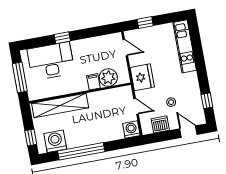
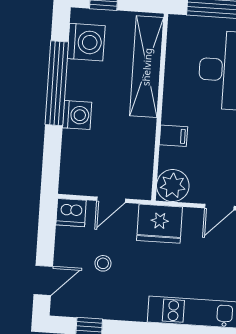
plant: (108, 78) -> (173, 186), moved
dishwasher: (160, 124) -> (71, 213), moved, turned 90
washing machine: (131, 130) -> (77, 115), moved

